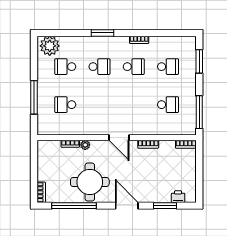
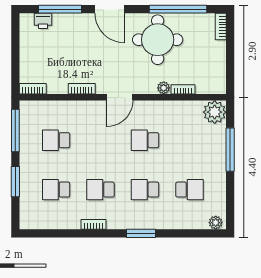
plant: (50, 46) -> (216, 223), width x0.53, depth x0.53
window: (199, 61) -> (15, 182), moved
school desk: (65, 105) -> (145, 140), moved, turned 180
plant: (46, 126) -> (215, 112), added
door: (119, 138) -> (120, 97), swing flipped
window: (165, 206) -> (60, 9), width x1.44

